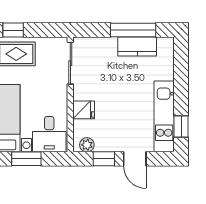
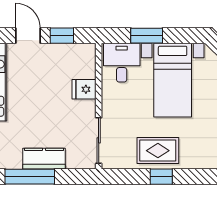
kitchen counter: (137, 47) -> (44, 159), moved
plant: (87, 145) -> (80, 51), removed

